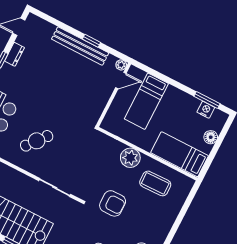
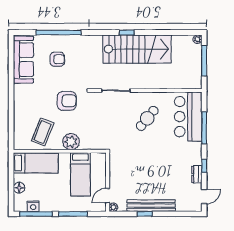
window: (168, 80) -> (73, 214), added
window: (207, 100) -> (36, 214), width x1.44
bed: (146, 101) -> (80, 174), moved, turned 180
coffee table: (155, 183) -> (43, 132), turned -67
armchair: (113, 203) -> (67, 101), turned 180

